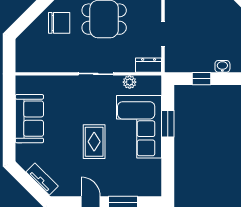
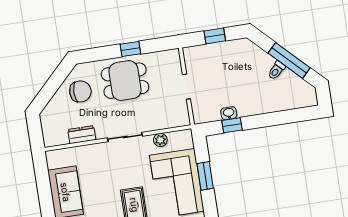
dresser: (149, 65) -> (82, 135), moved
washbasin: (222, 66) -> (229, 113), moved

